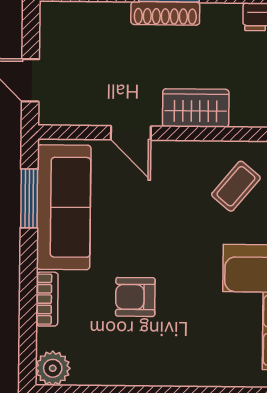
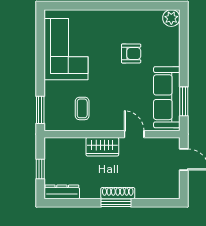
coffee table: (236, 186) -> (82, 108), turned -40
bookcase: (47, 299) -> (174, 52), removed

